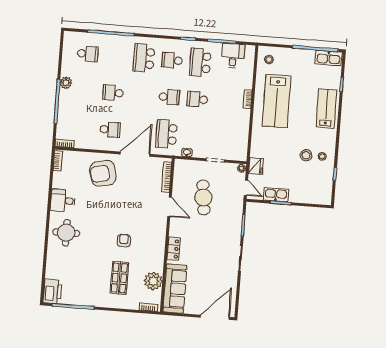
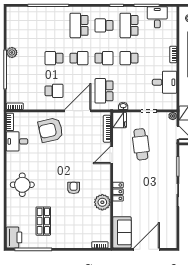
school desk: (88, 54) -> (79, 58), moved
desk: (235, 130) -> (165, 82), added
fridge: (182, 168) -> (120, 120), added
desk: (63, 201) -> (17, 141), moved
door: (170, 207) -> (112, 155), swing flipped
shop shelf: (119, 278) -> (43, 221), moved
plant: (153, 281) -> (102, 202), moved
sofa: (175, 289) -> (122, 232), width x0.73
door: (215, 317) -> (146, 249), moved

